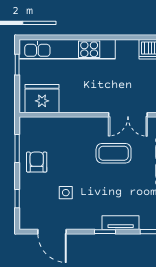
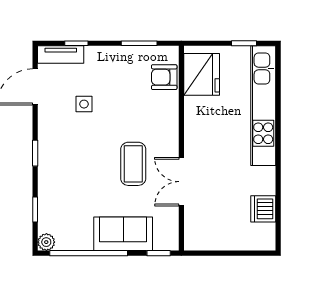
armchair: (37, 162) -> (164, 77), moved, turned 180
tv unit: (121, 223) -> (61, 55), moved, turned 90

